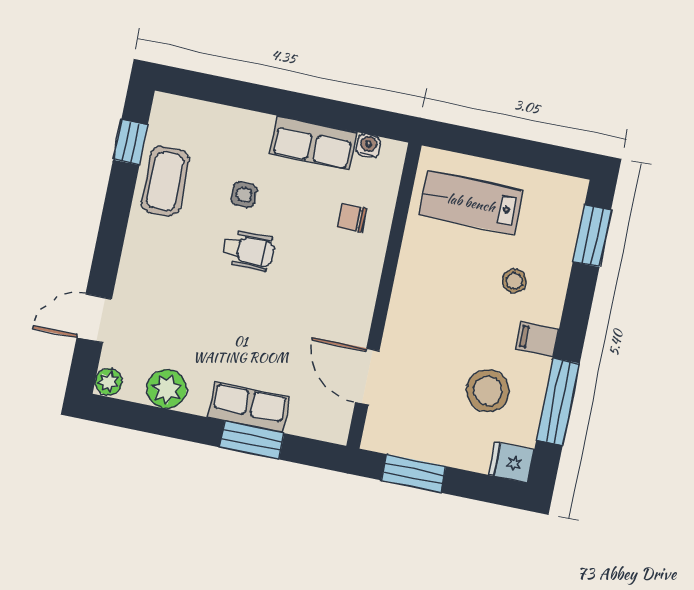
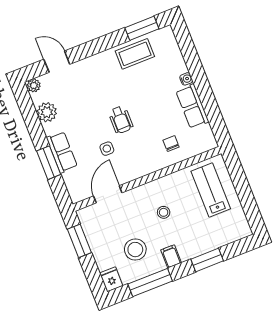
window: (130, 142) -> (142, 28), width x1.50
water cooler: (368, 146) -> (186, 79), moved
side table: (244, 195) -> (107, 149), moved
window: (592, 236) -> (207, 260), moved
wheelchair: (248, 250) -> (121, 120), moved
stool: (514, 281) -> (164, 212), moved

